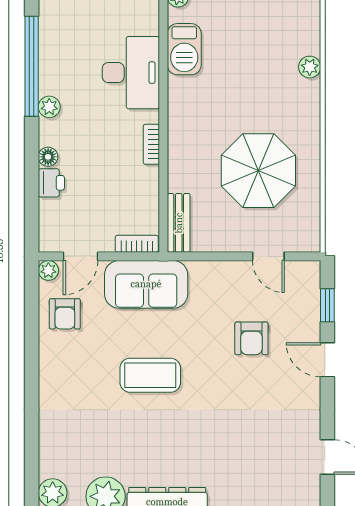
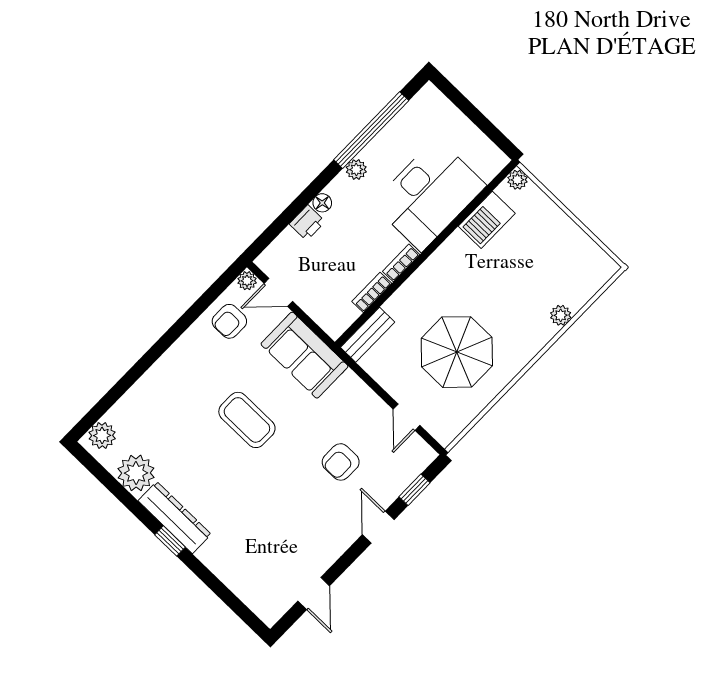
desk: (131, 73) -> (429, 195), width x1.36, depth x1.30
bookcase: (137, 244) -> (372, 292), moved, turned -90

